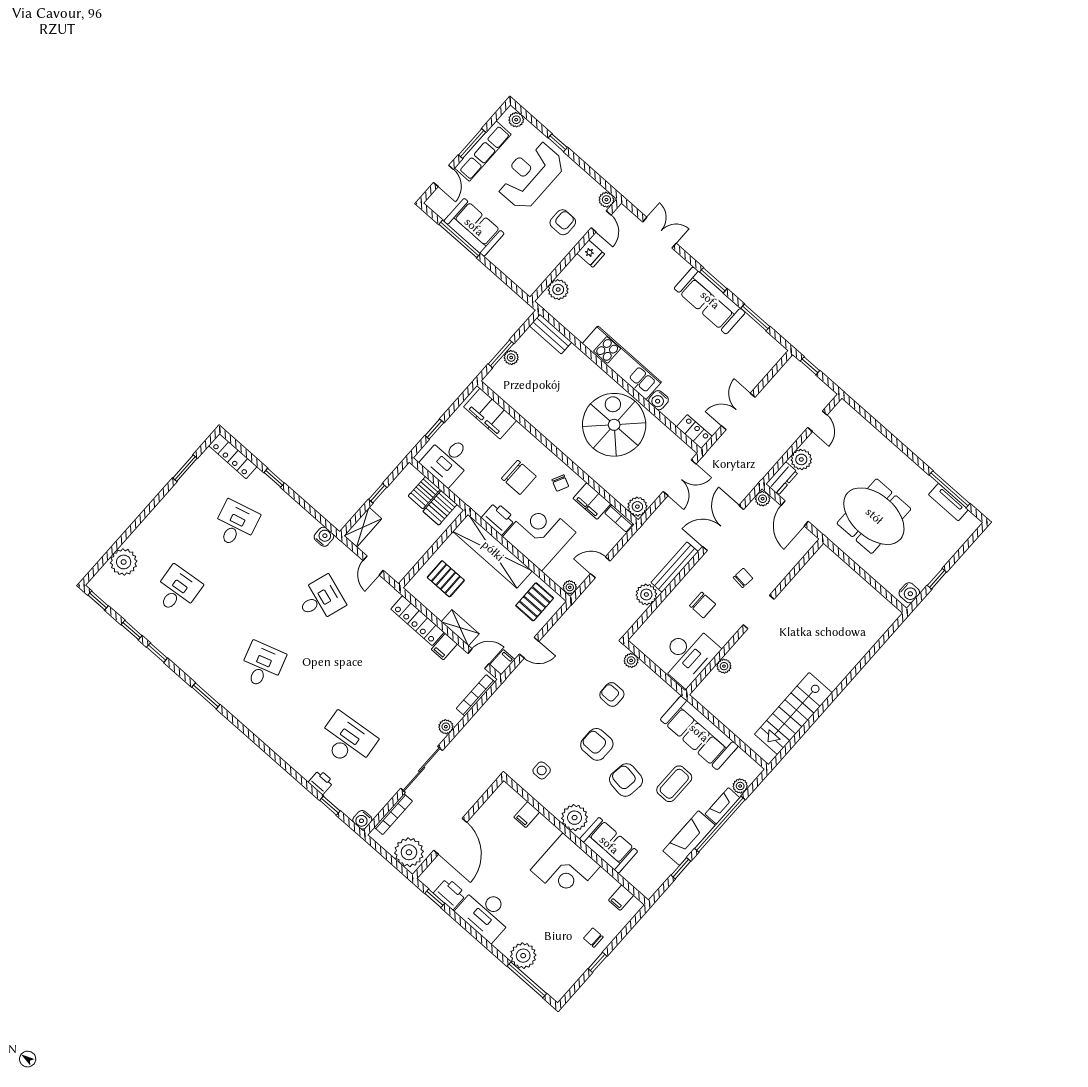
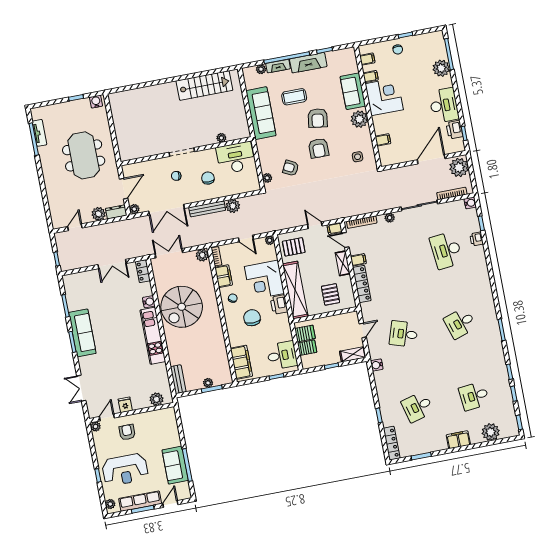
armchair: (563, 222) -> (127, 432), turned 90
filing cabinet: (155, 523) -> (458, 440), added
armchair: (612, 694) -> (291, 168), turned 117
filing cabinet: (601, 880) -> (371, 76), added

